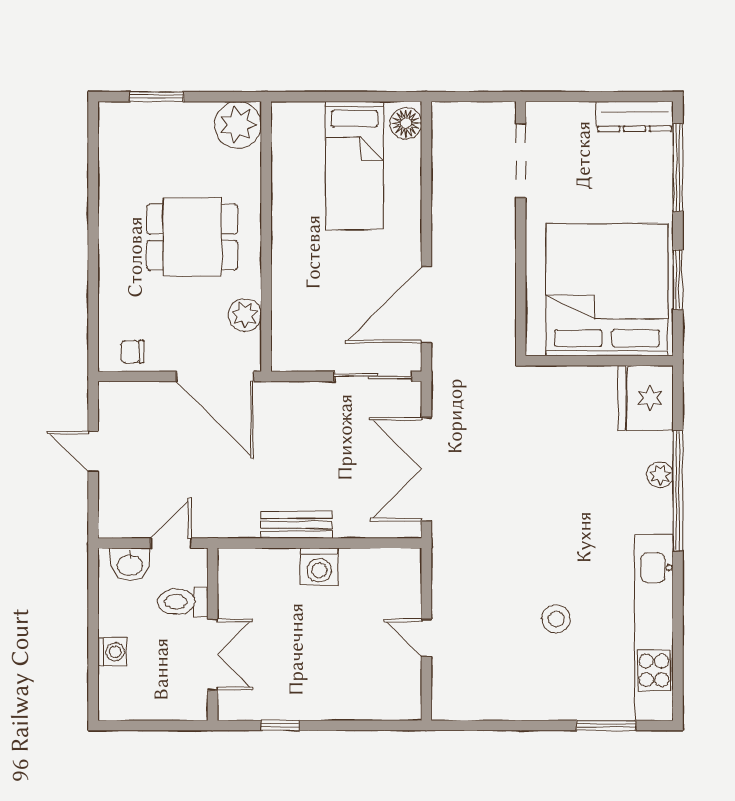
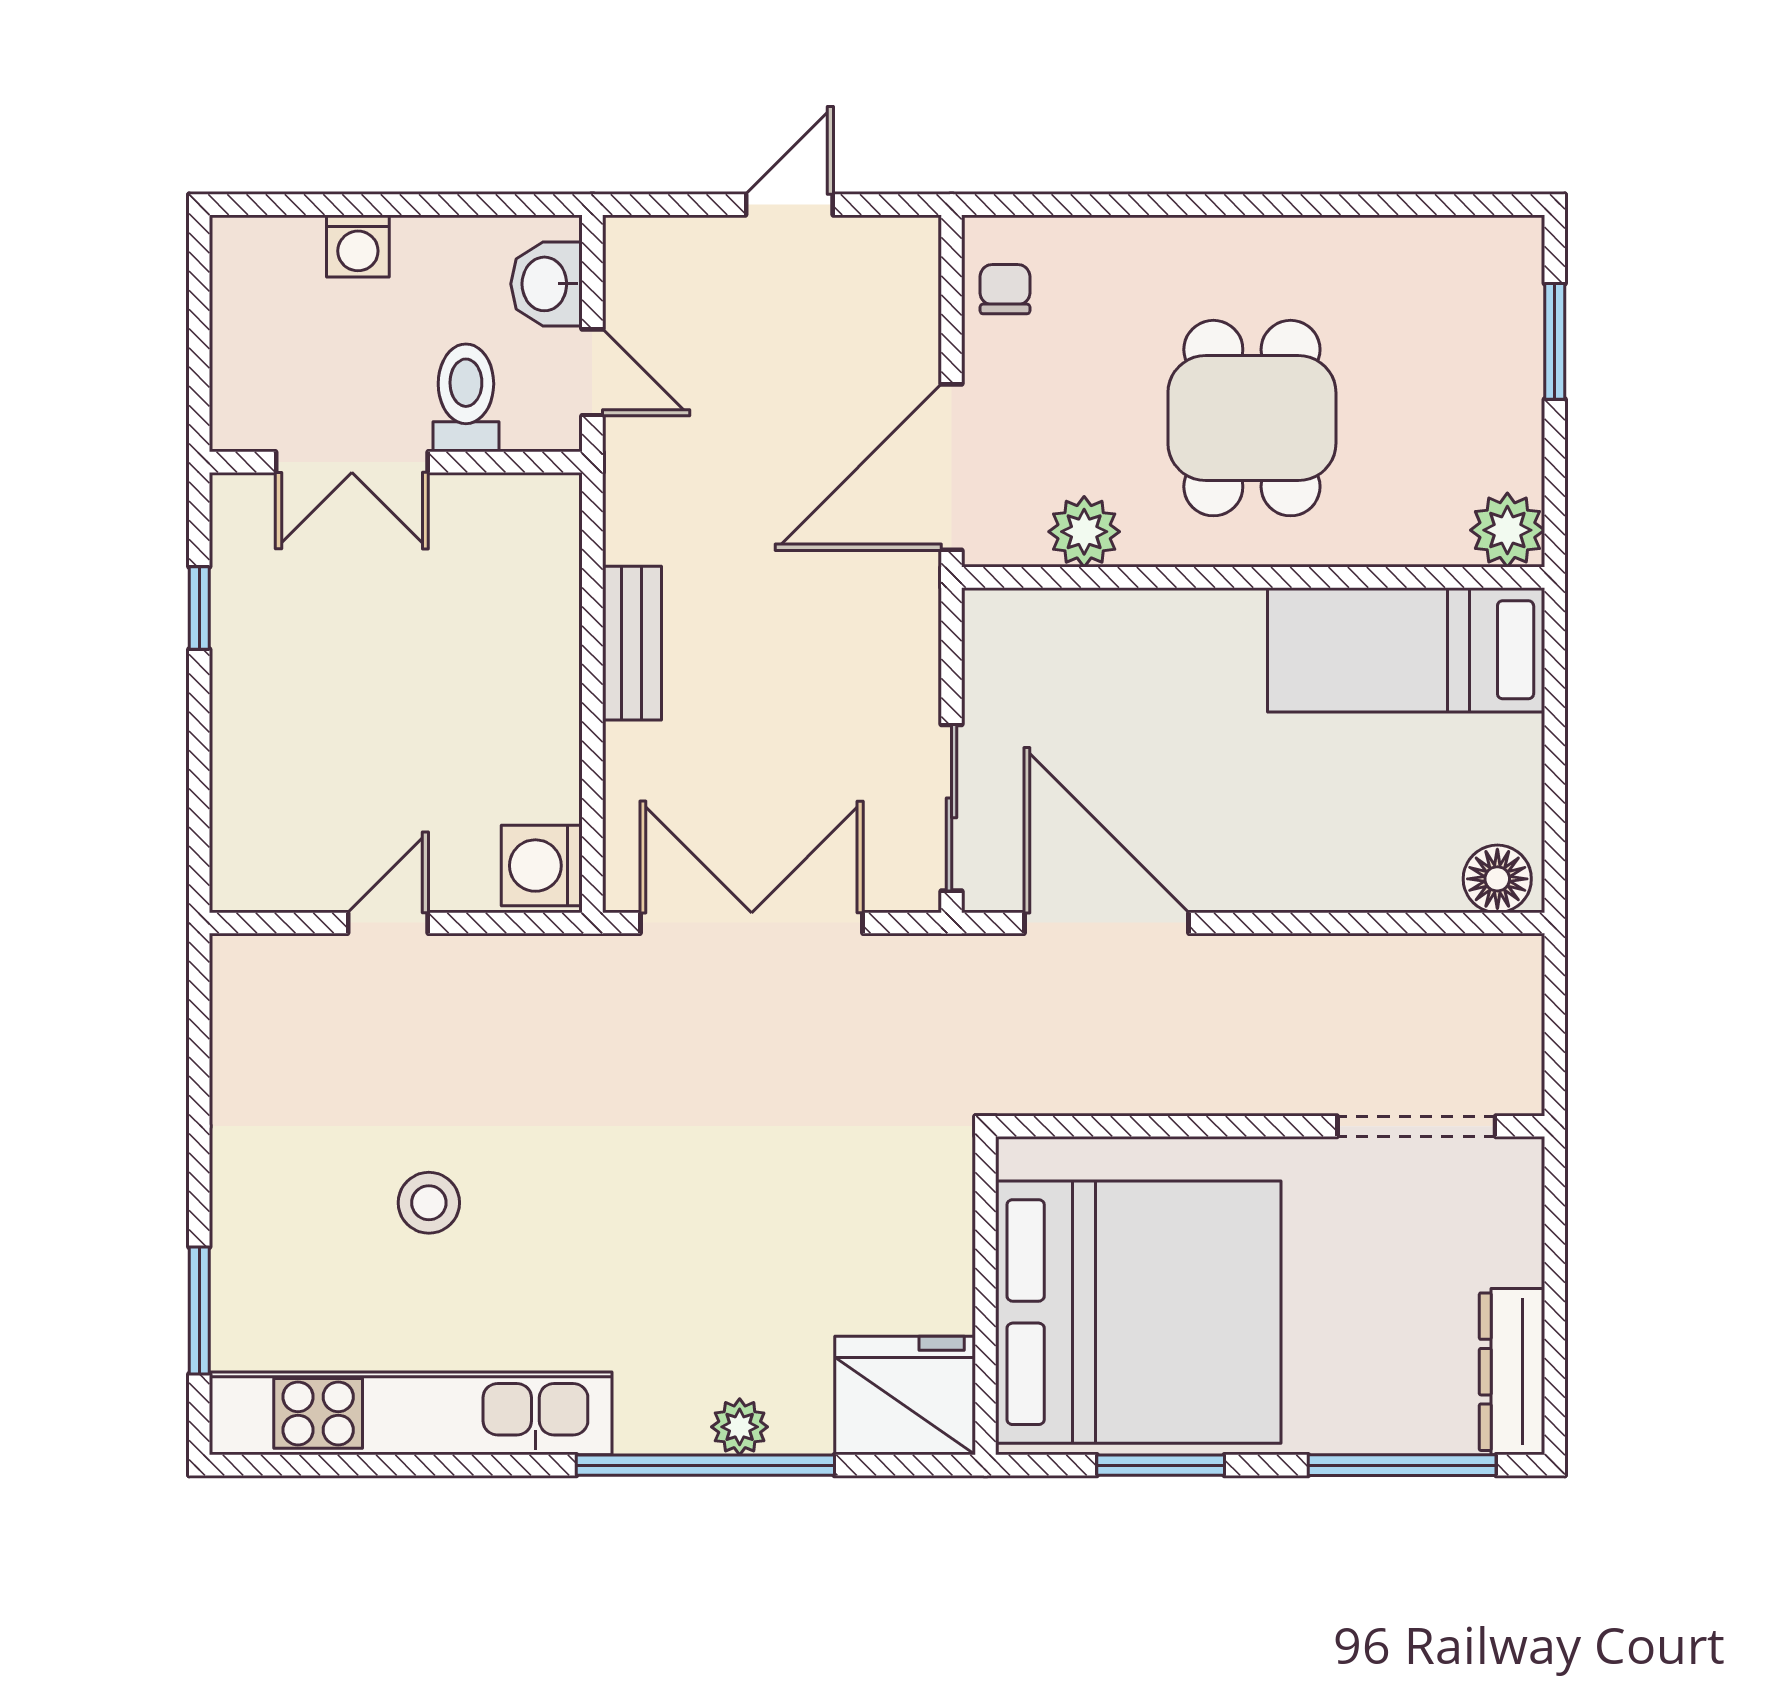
plant: (238, 125) -> (1507, 530), width x0.73, depth x0.73
bed: (355, 166) -> (1406, 650), moved
washing machine: (319, 567) -> (542, 866), moved

